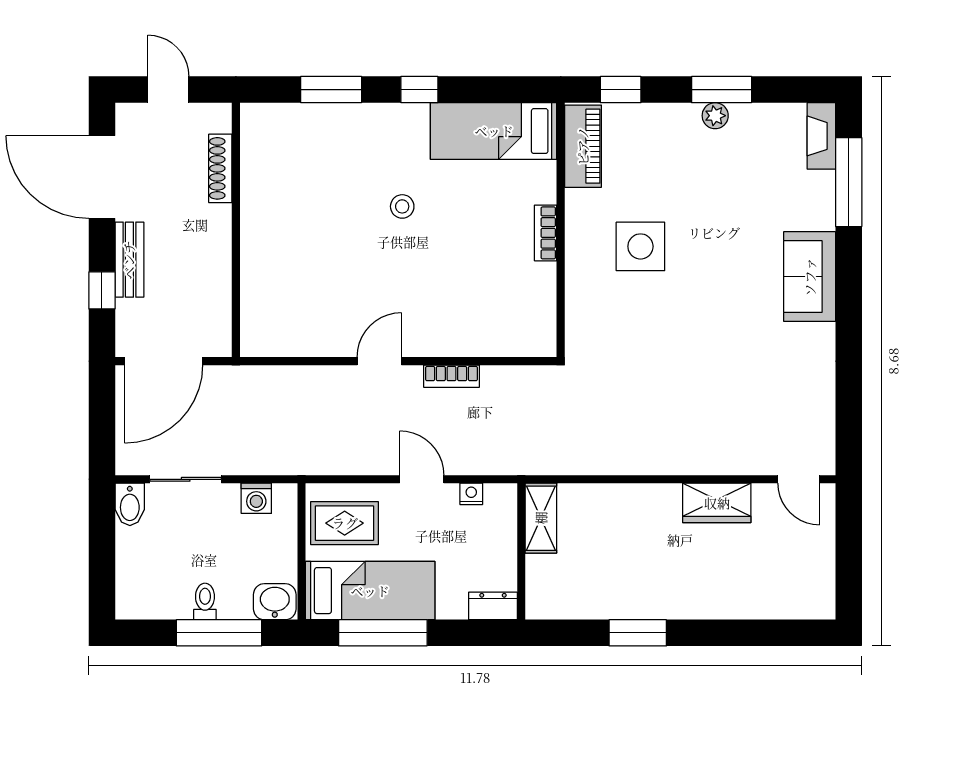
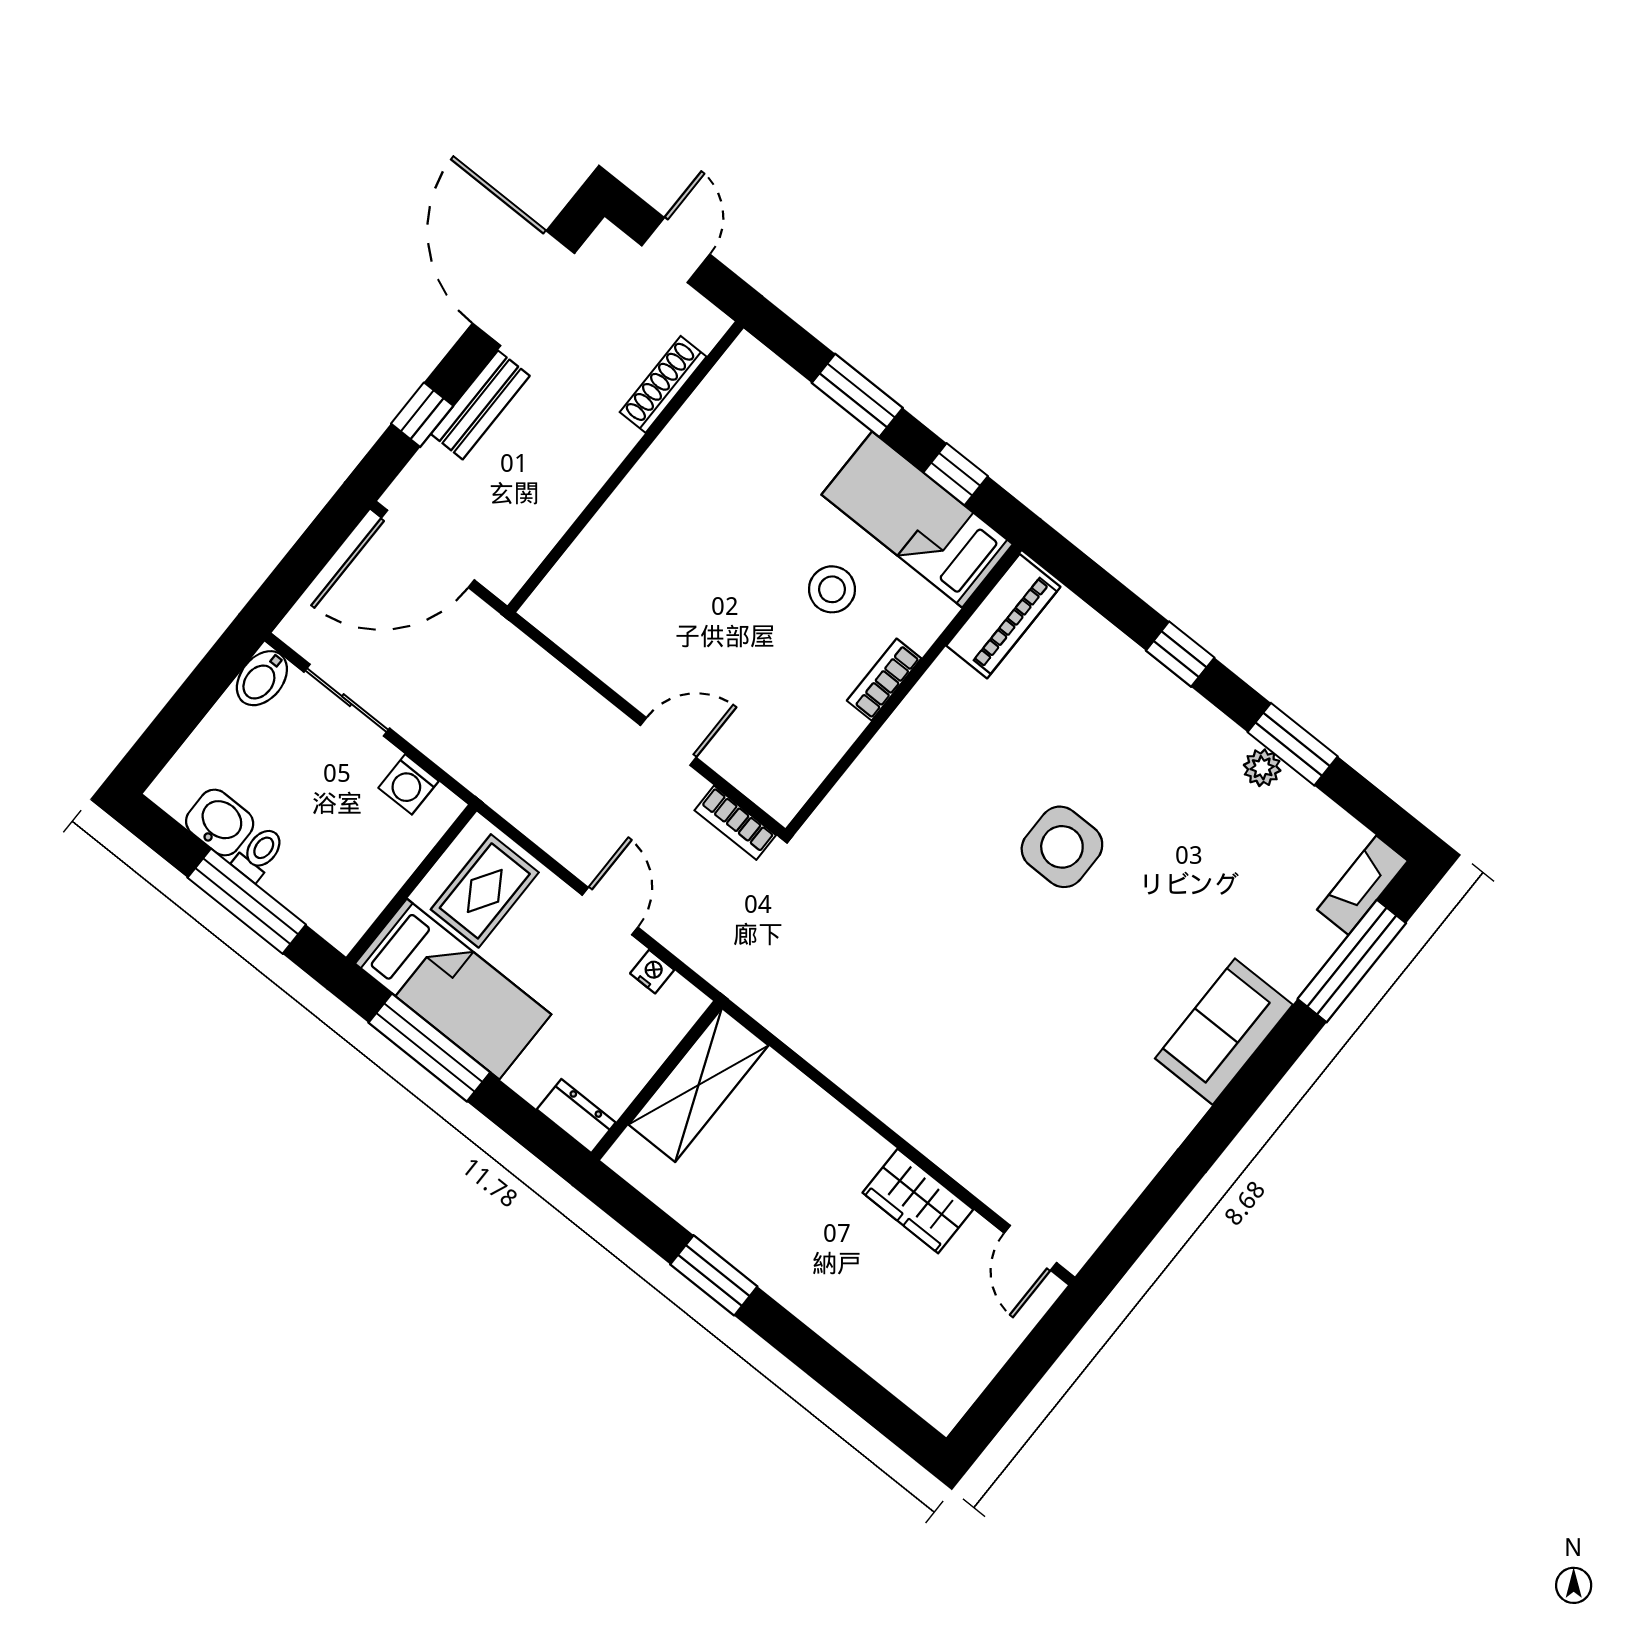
bed: (494, 131) -> (917, 519), moved
piano: (583, 146) -> (1003, 616), moved
stool: (402, 206) -> (832, 589), width x1.37, depth x1.37
wall: (561, 230) -> (904, 690), moved
bookcase: (546, 233) -> (884, 680), moved
shelving: (541, 518) -> (698, 1085), width x1.50, depth x1.33
rug: (345, 523) -> (485, 891), turned 90
washbasin: (275, 602) -> (220, 823), moved

